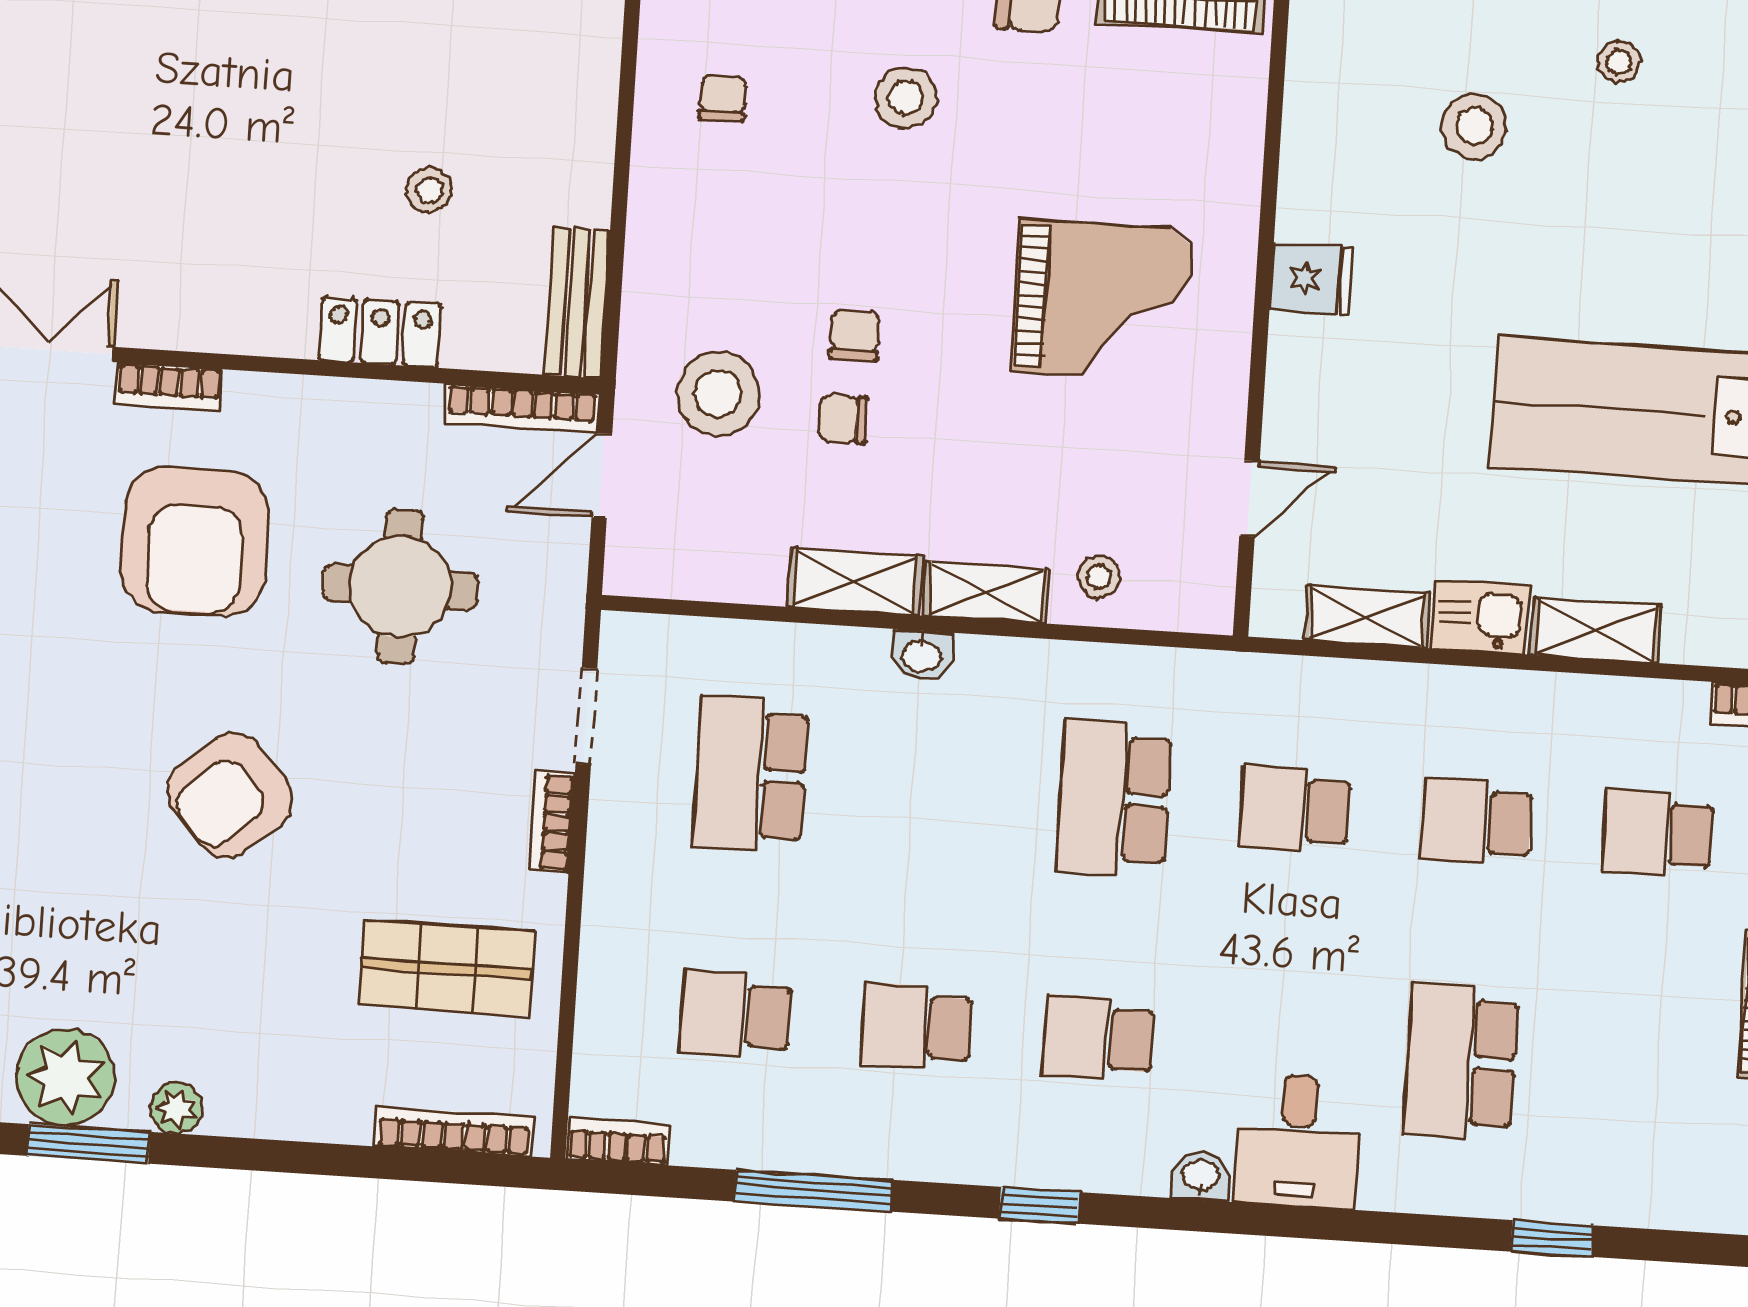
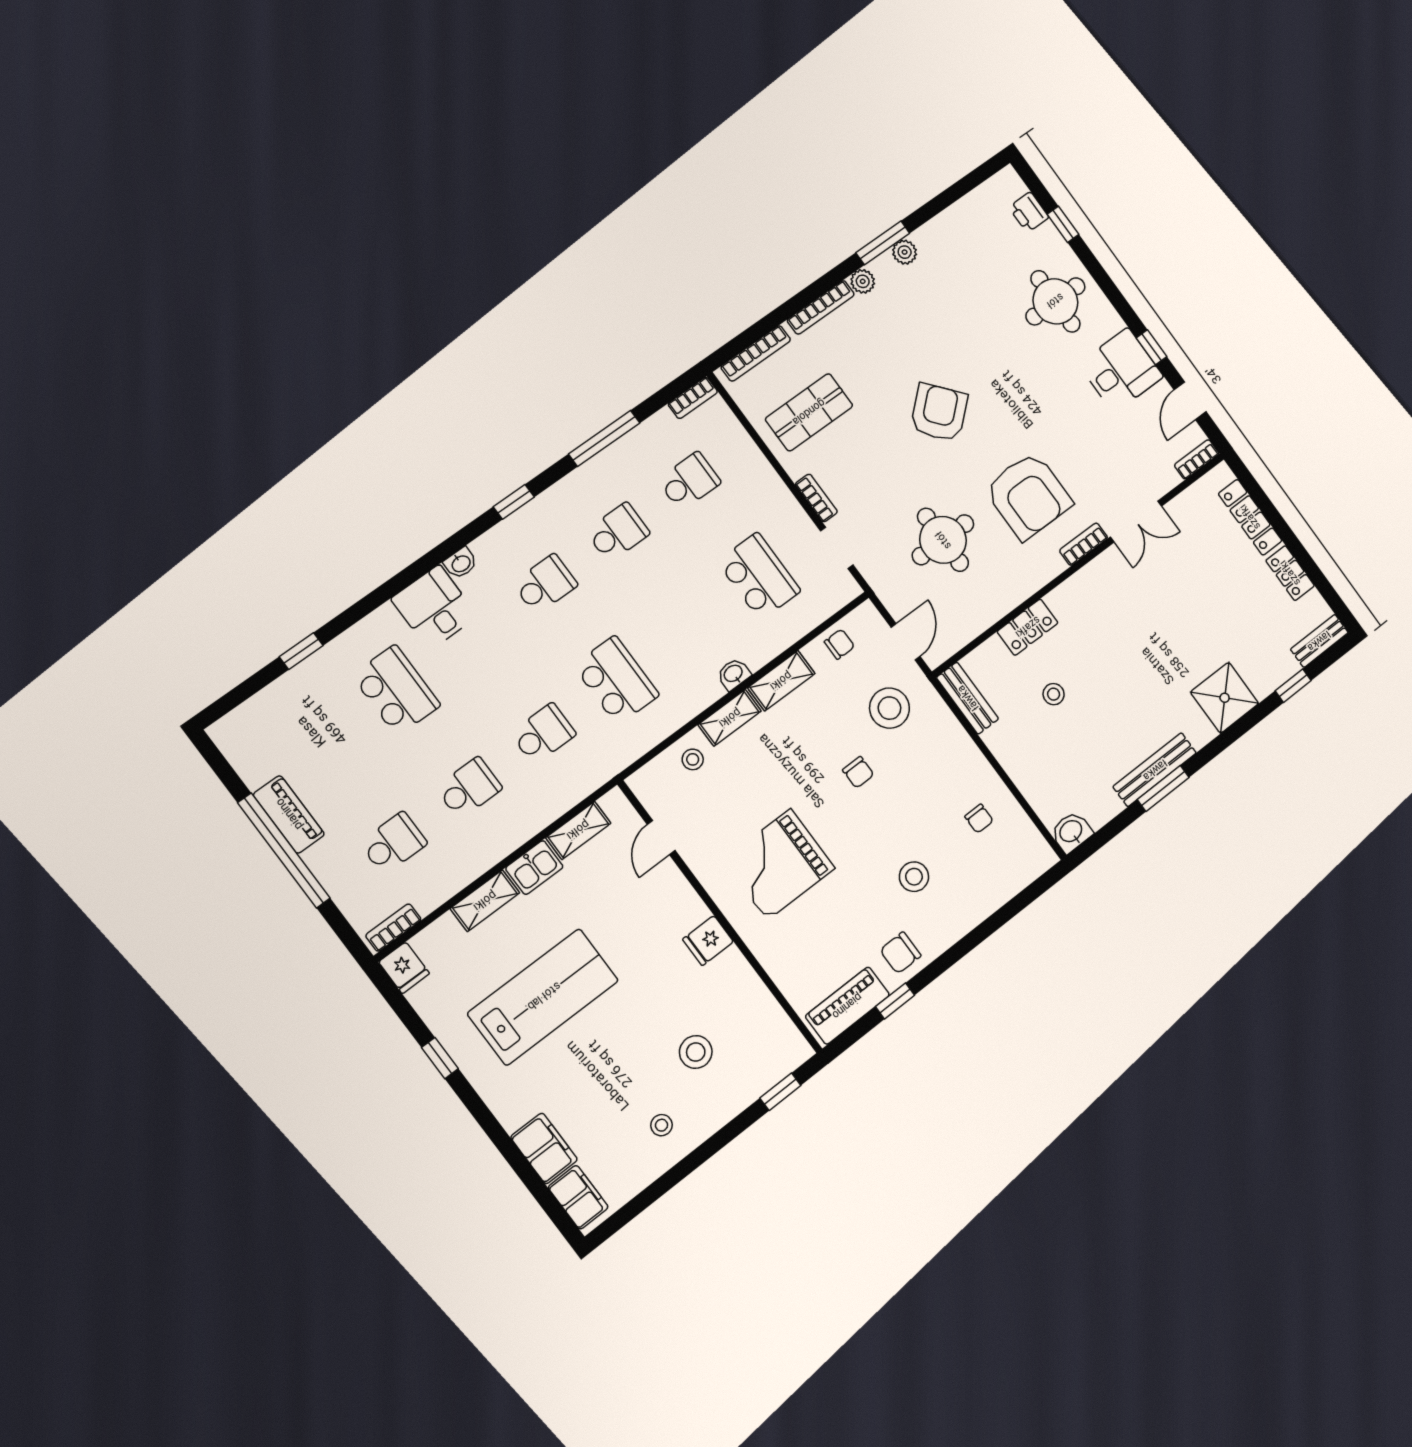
bookcase: (522, 408) -> (821, 307), moved, turned 180
chair: (843, 419) -> (839, 644), moved
armchair: (195, 541) -> (1028, 496), turned 180
plant: (66, 1077) -> (905, 252), width x0.53, depth x0.53

